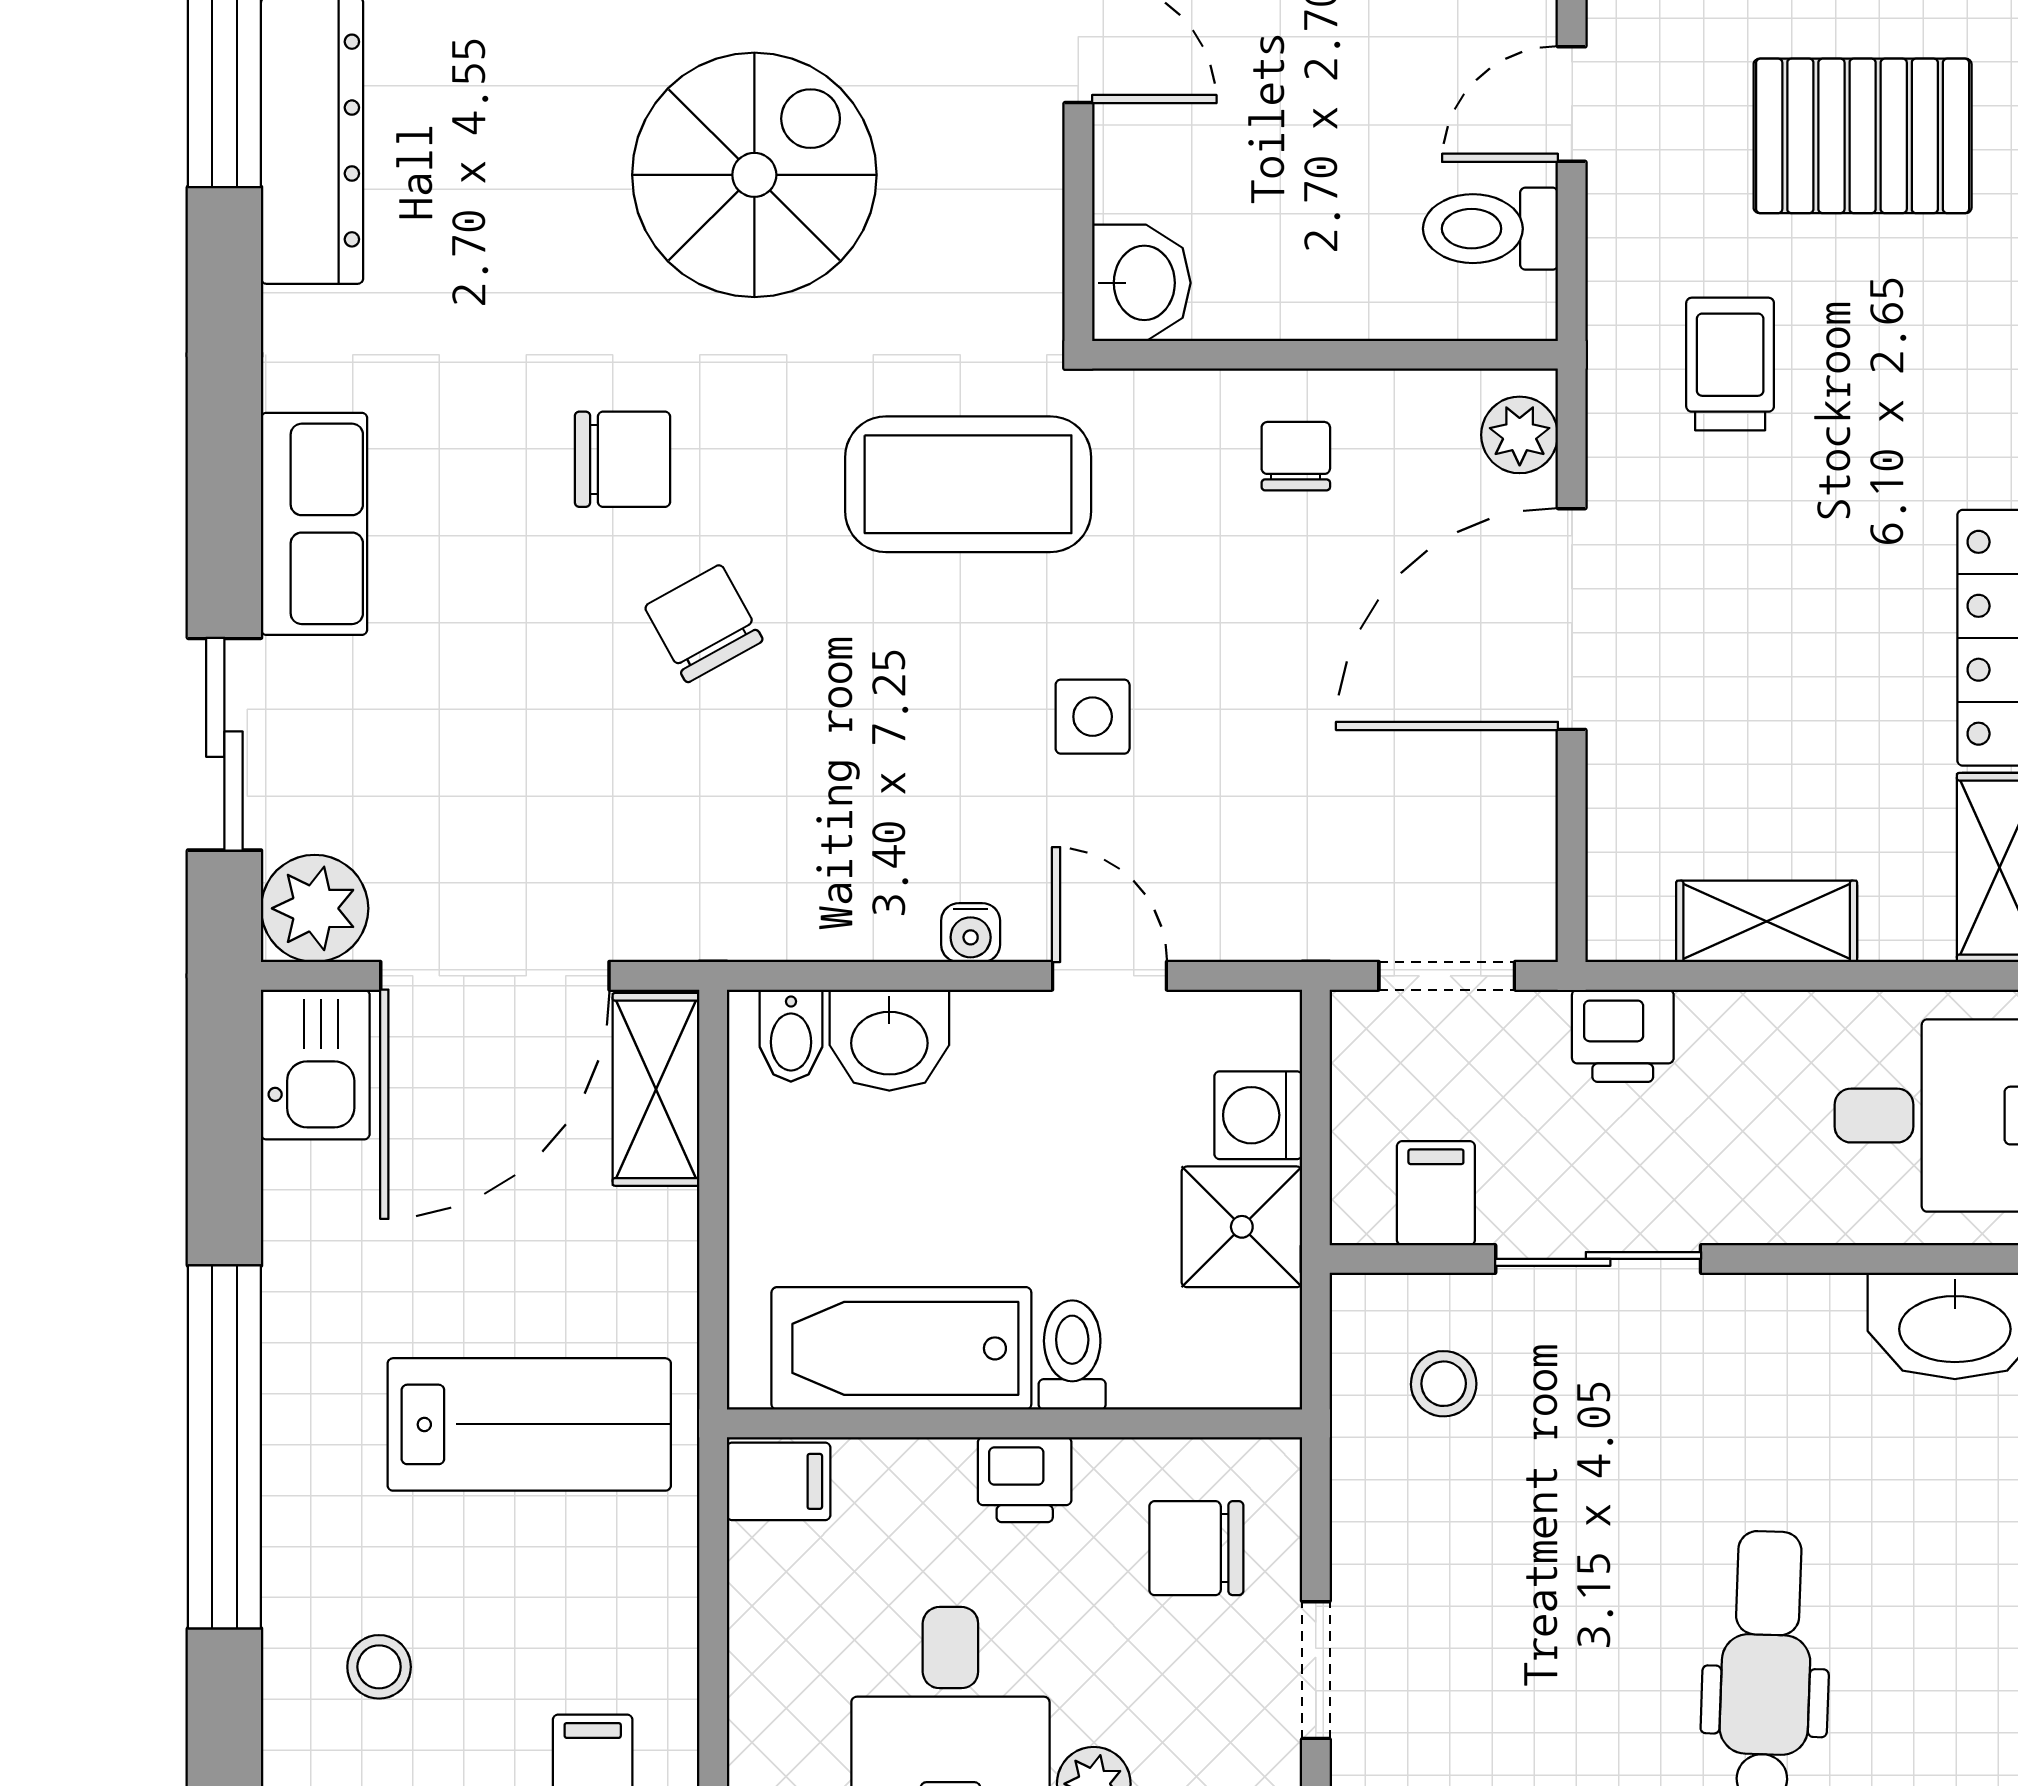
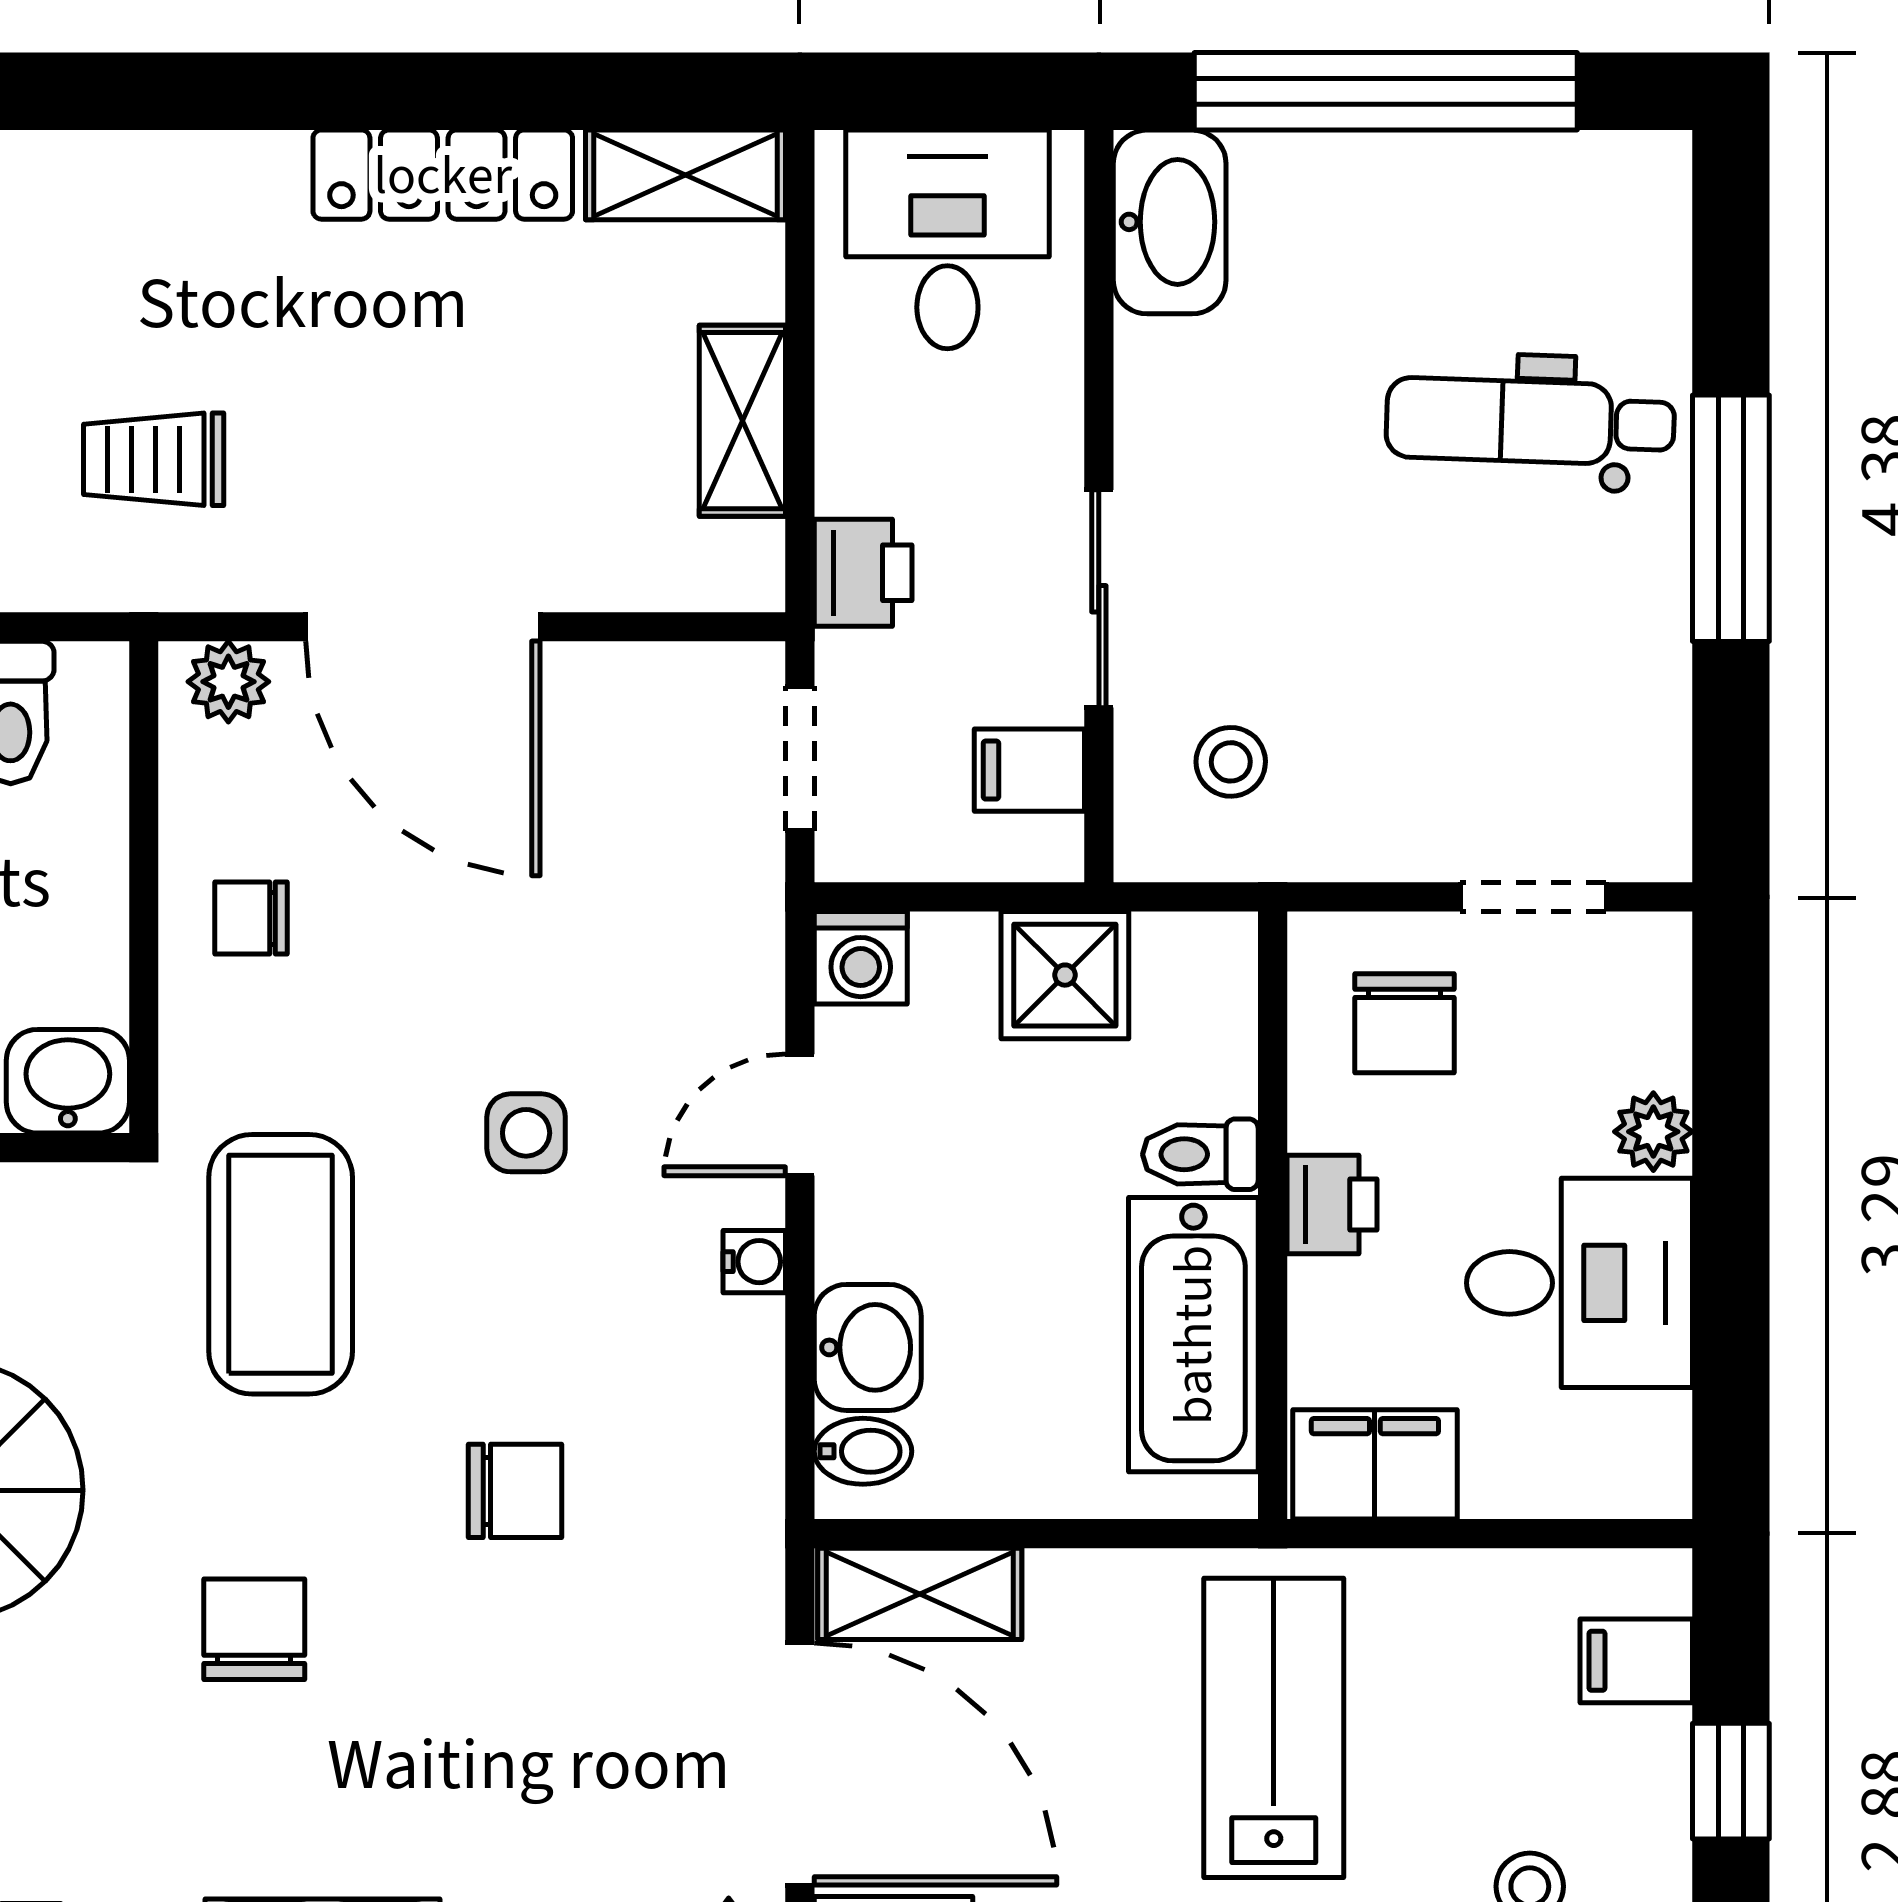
chair: (704, 624) -> (515, 1491), moved, turned -151
washing machine: (1258, 1115) -> (861, 958), moved
filing cabinet: (779, 1481) -> (1375, 1464), width x2.00

